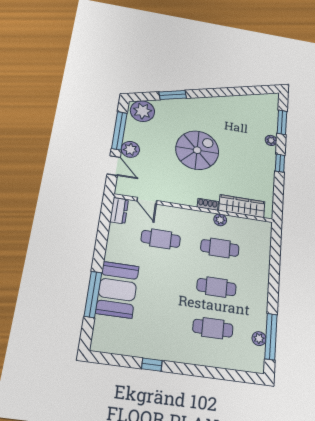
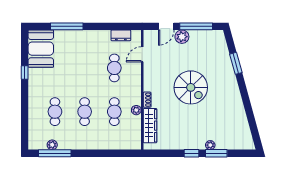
plant: (142, 111) -> (217, 42), removed
window: (282, 122) -> (216, 153), moved
dresser: (119, 211) -> (121, 35), moved
booth: (117, 290) -> (41, 49), moved, turned 90

